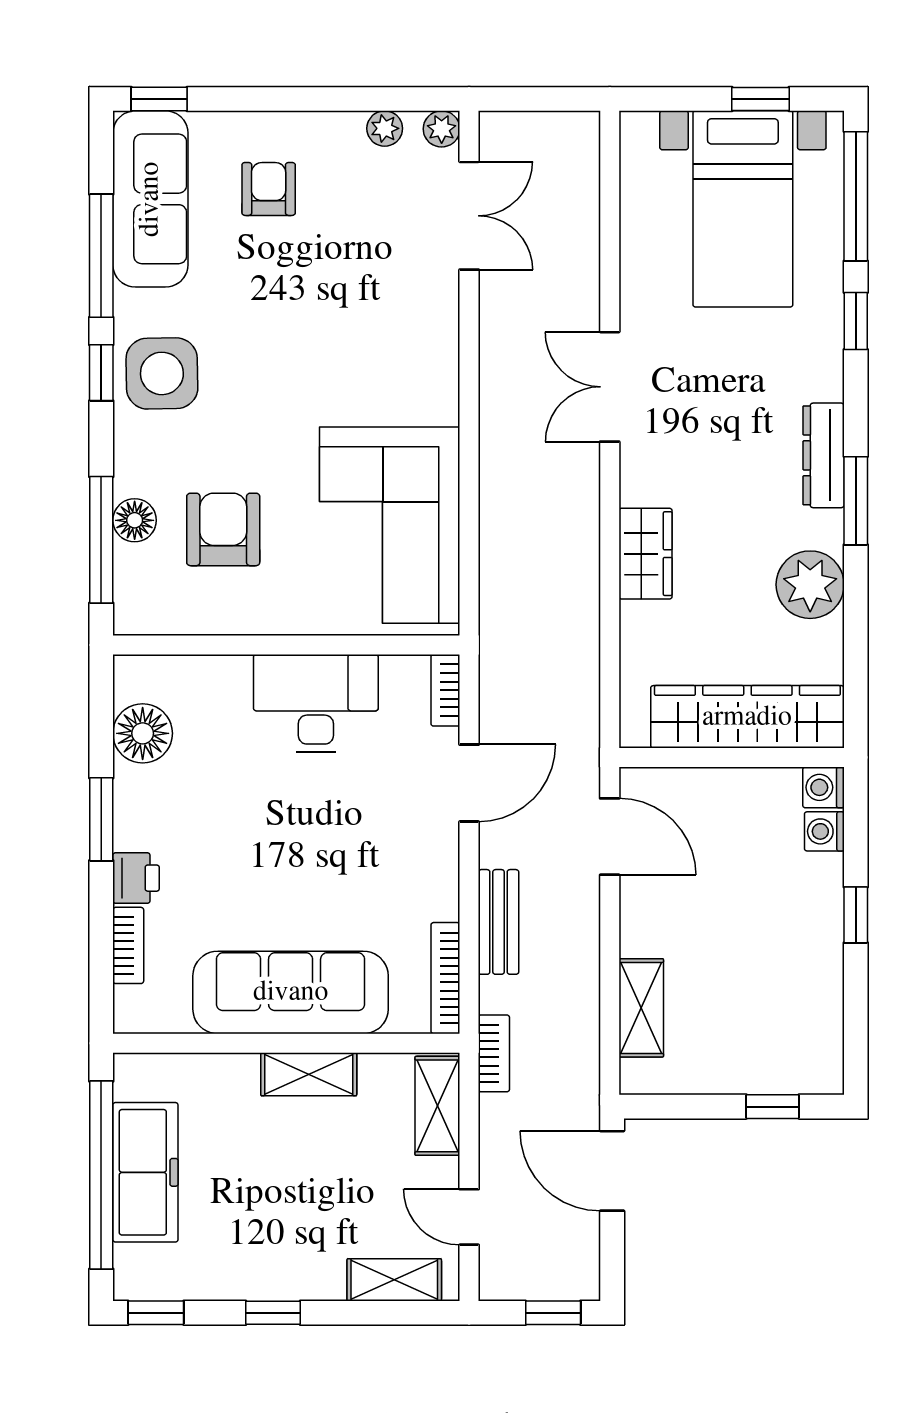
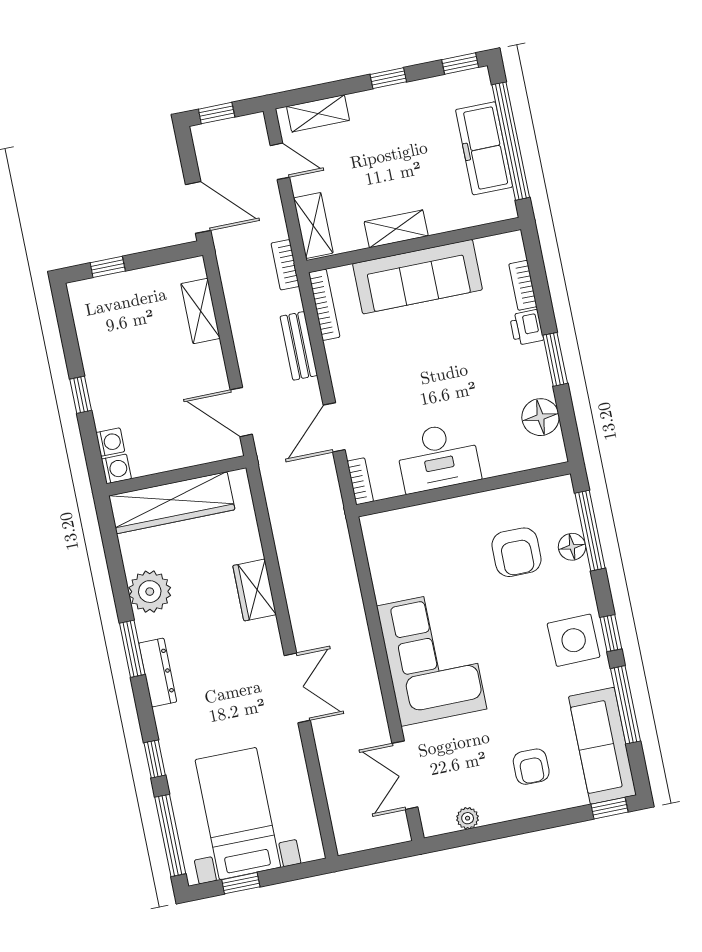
plant: (442, 129) -> (433, 825), removed
corner sofa: (390, 525) -> (432, 658), moved

